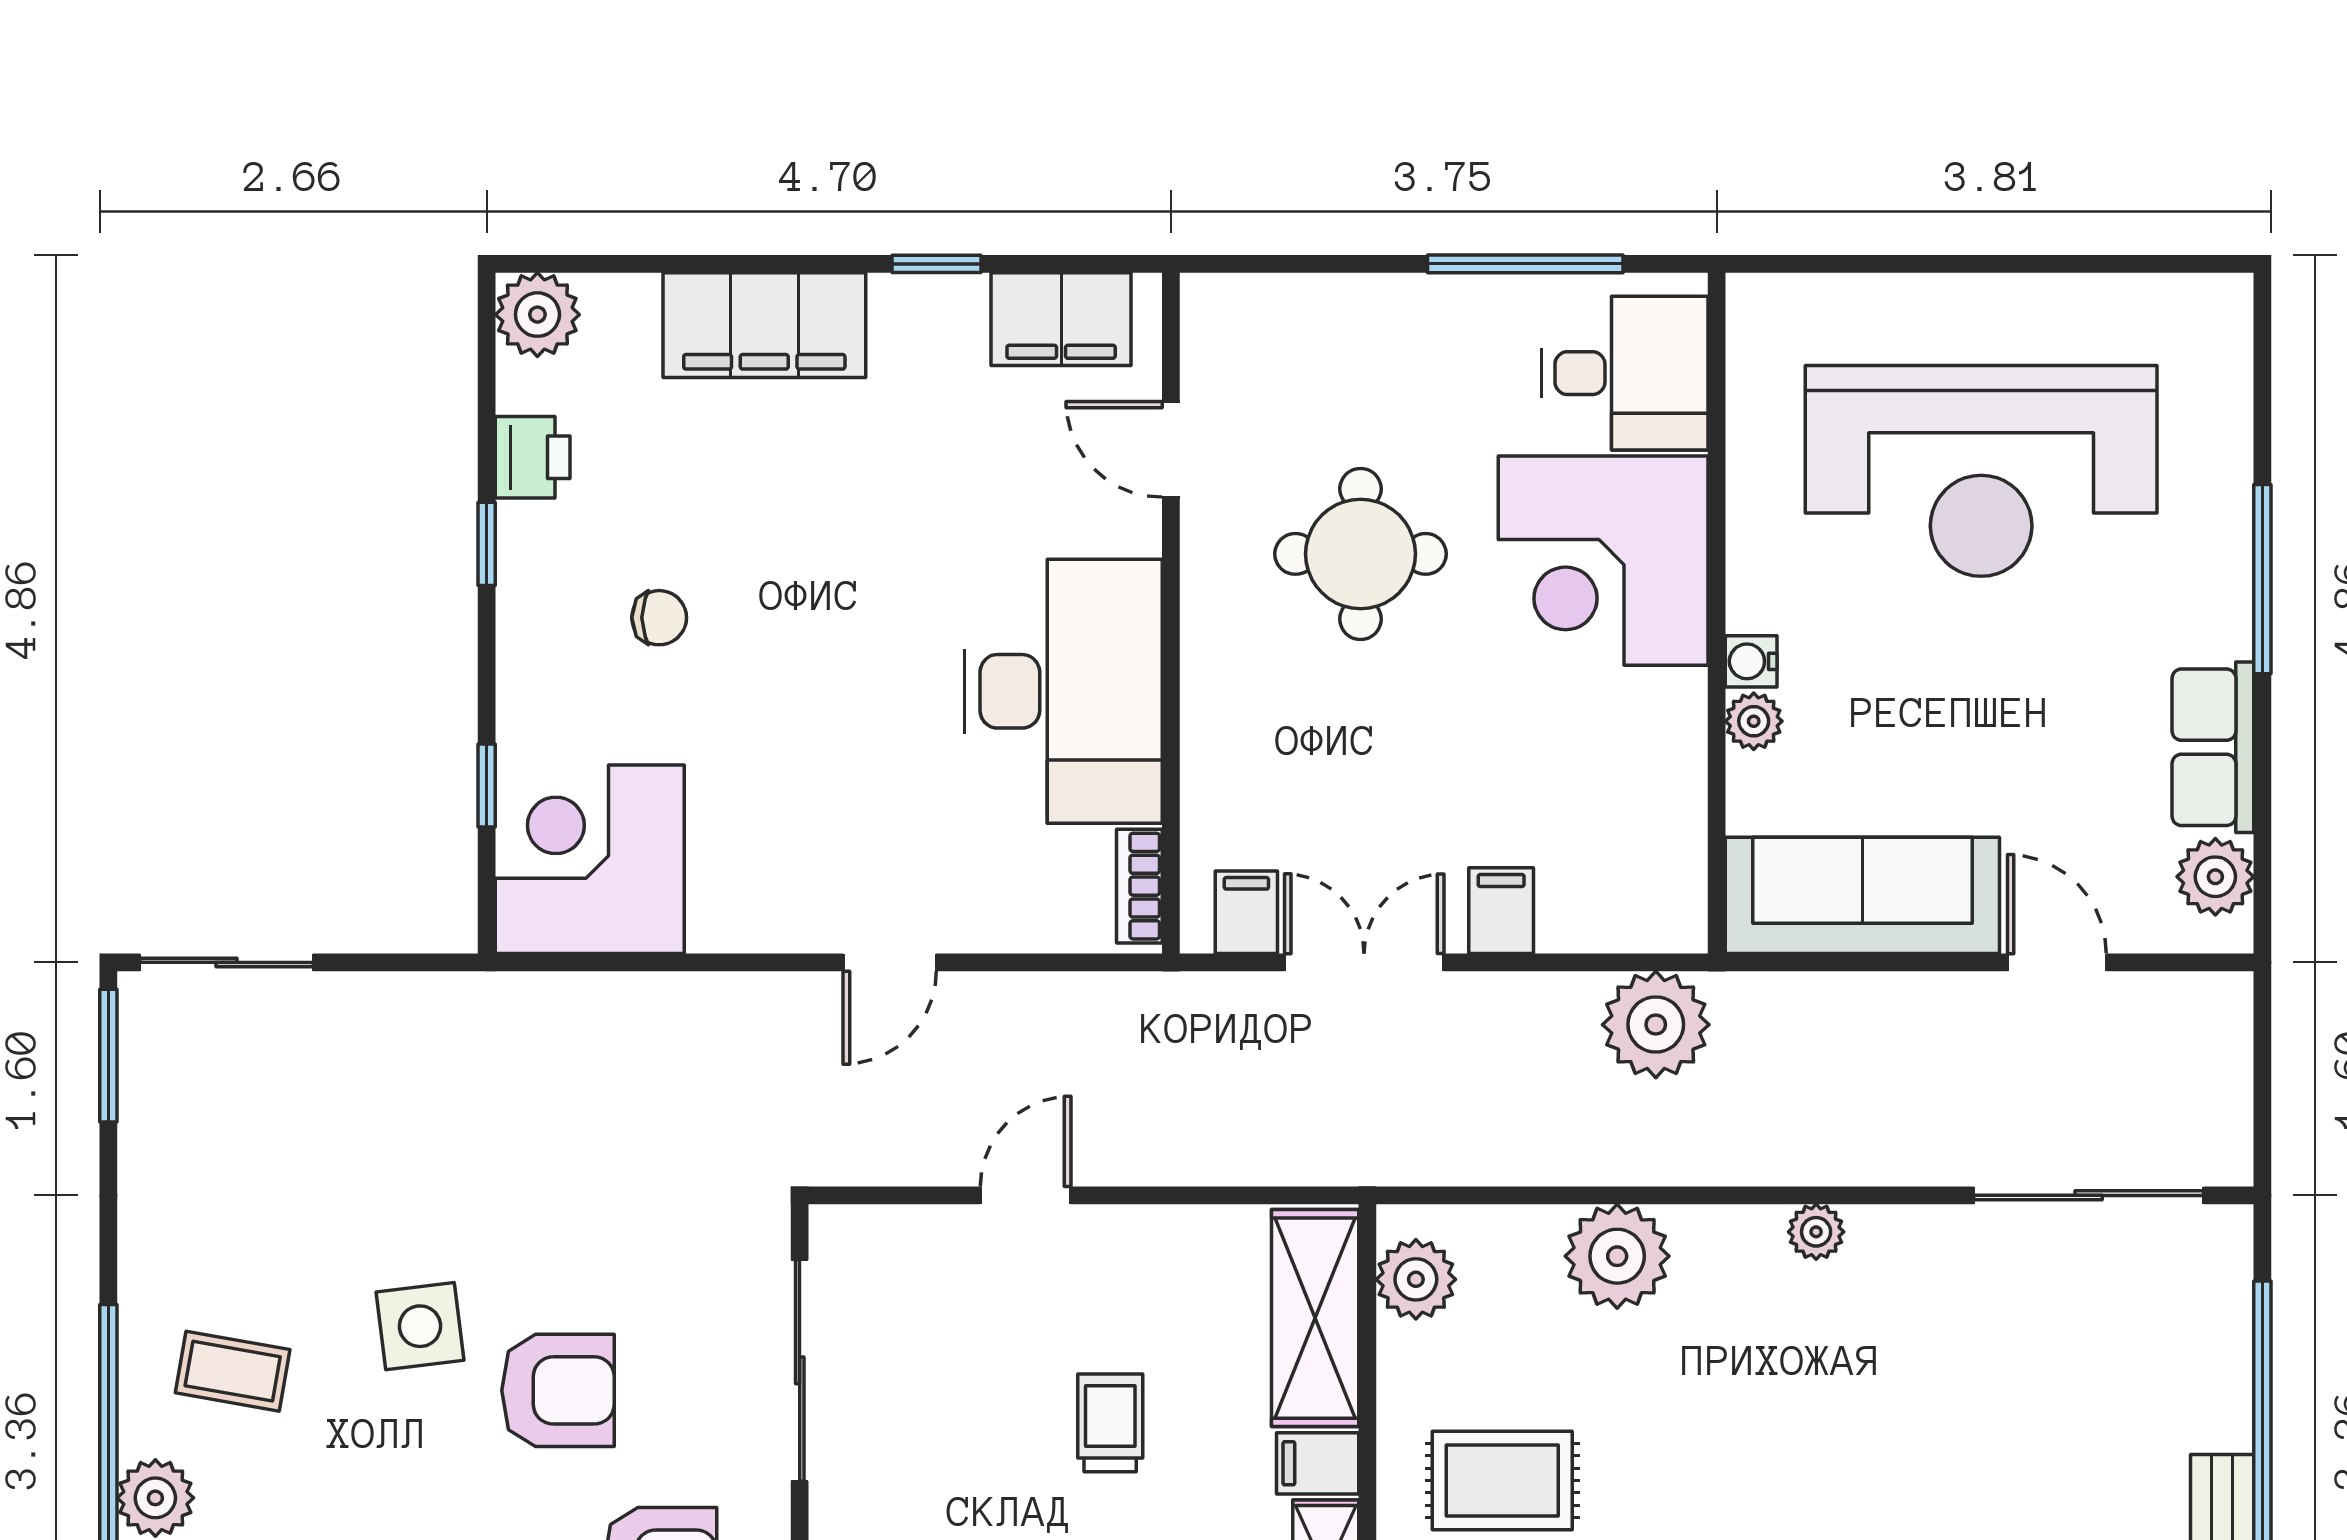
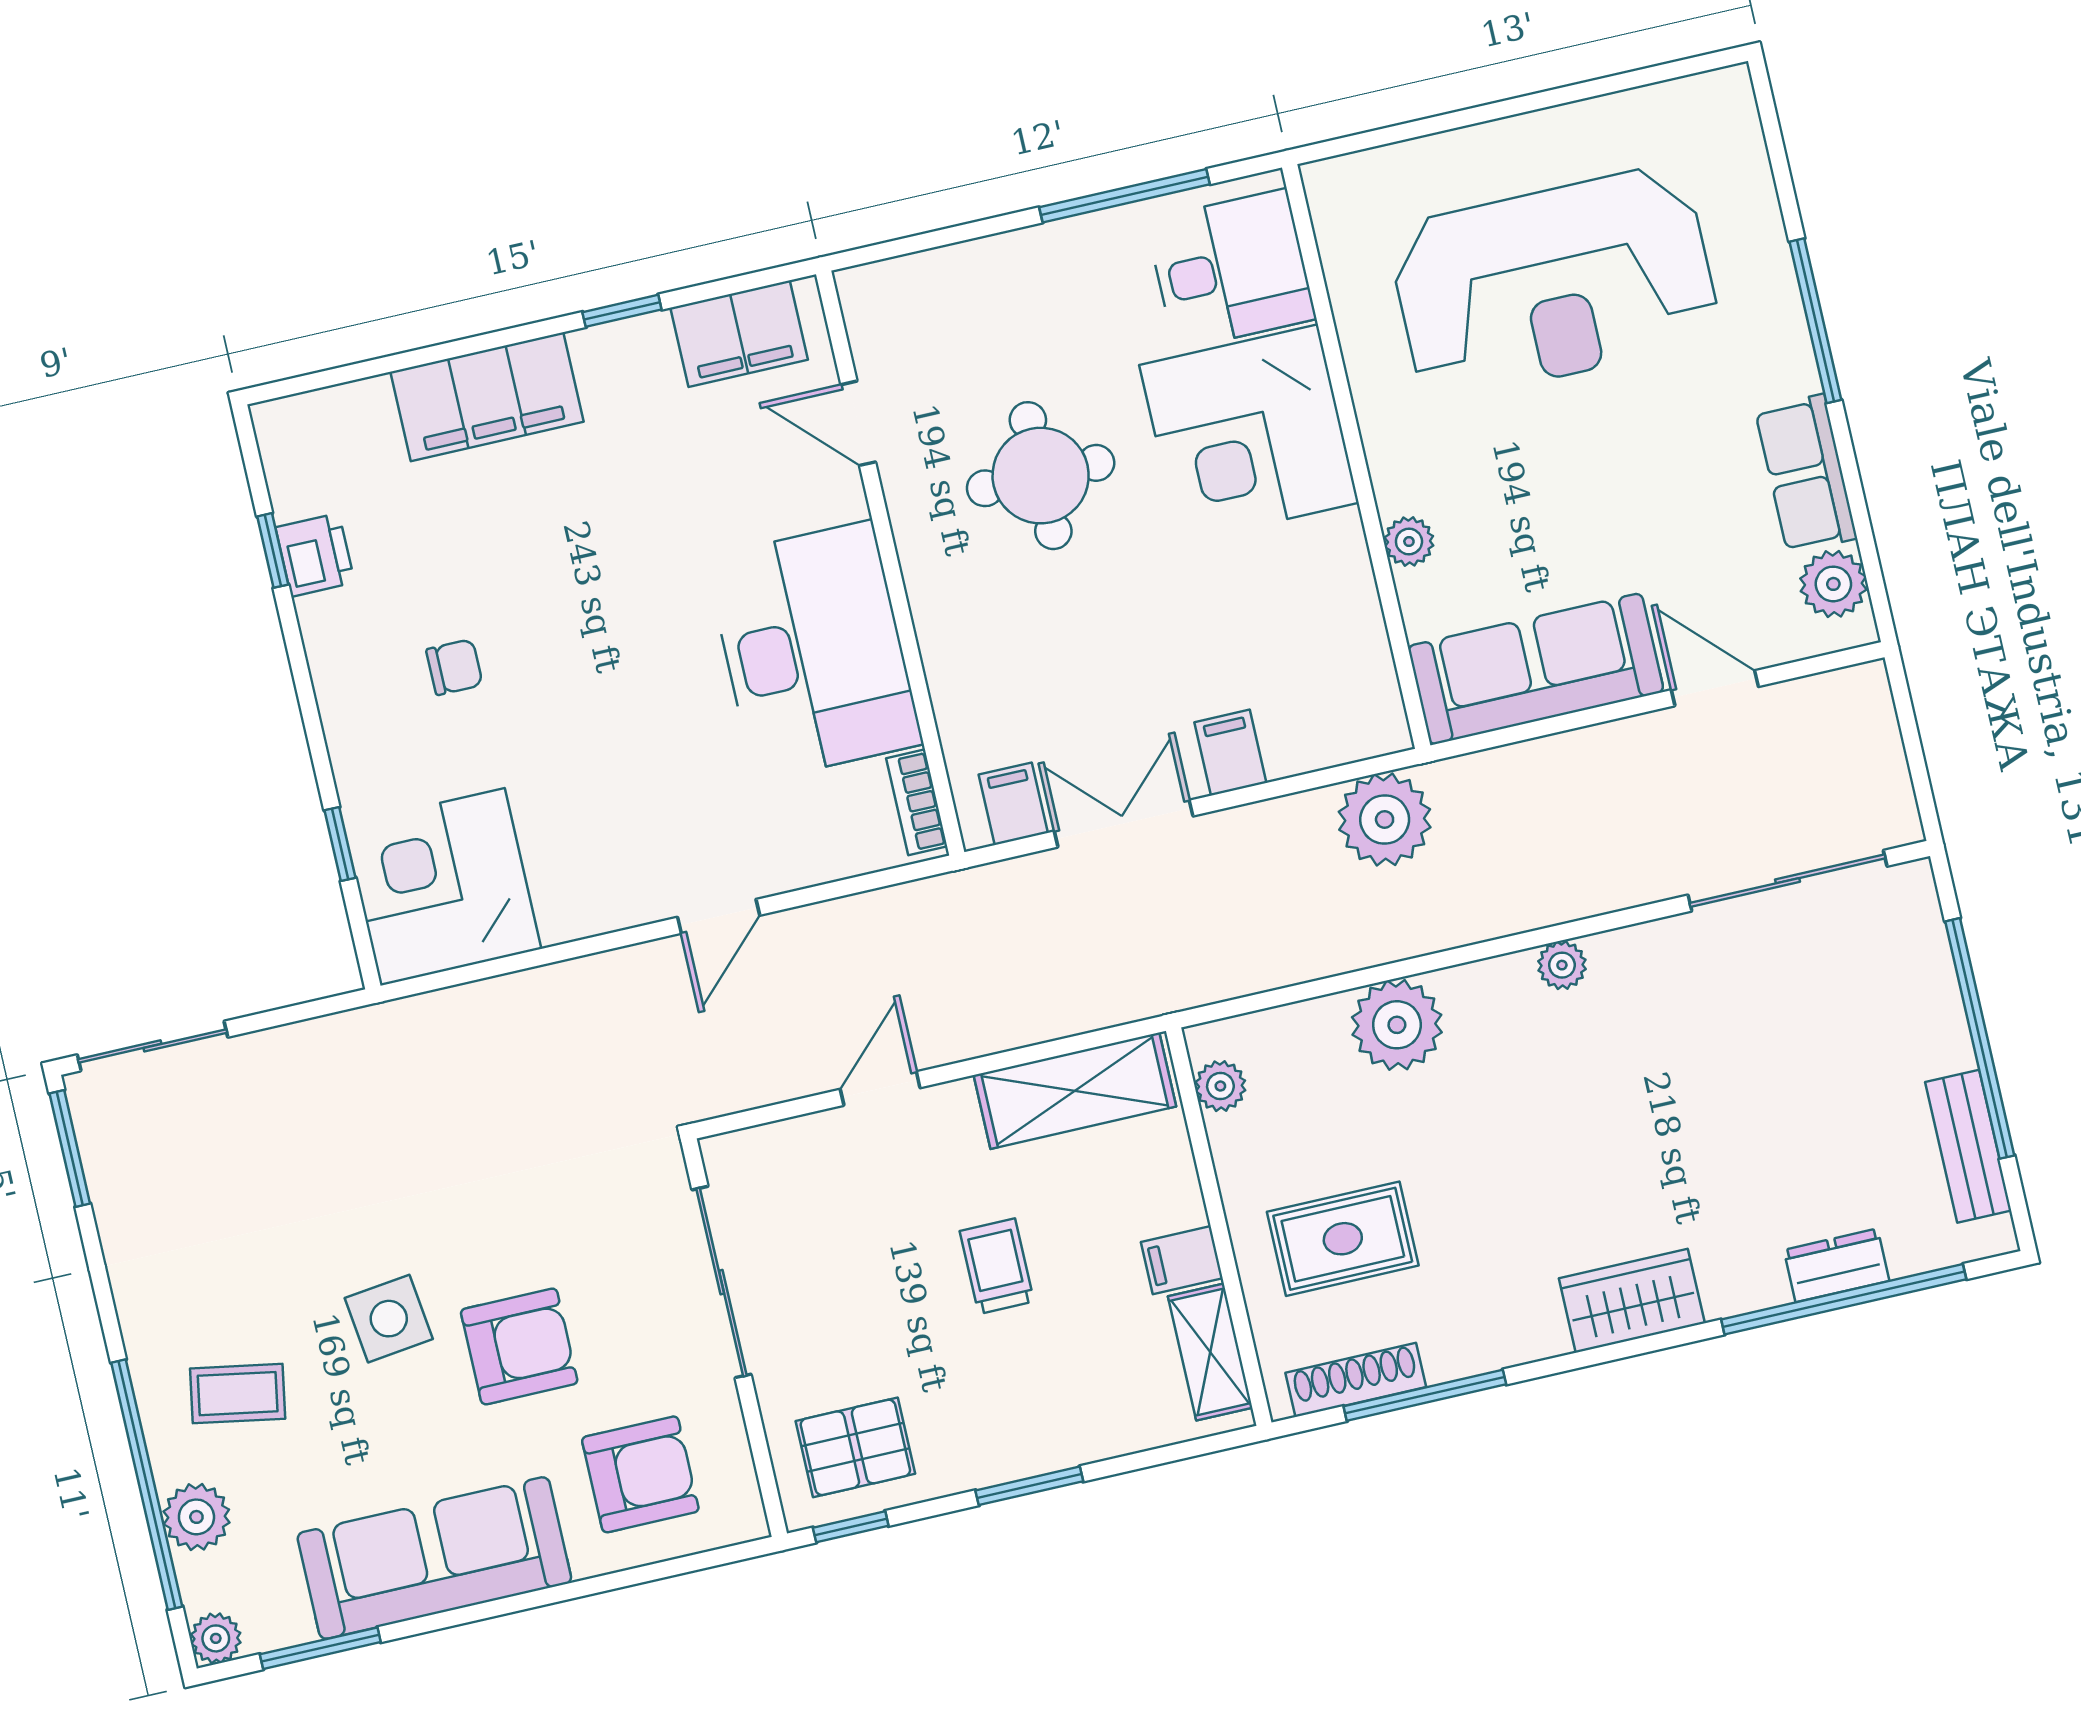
plant: (537, 315) -> (291, 432), removed
window: (487, 544) -> (273, 550), moved
water cooler: (1751, 661) -> (1395, 491), removed
plant: (1416, 1279) -> (1220, 1086), width x0.73, depth x0.73
shelving: (1315, 1318) -> (1075, 1091), moved, turned 90

